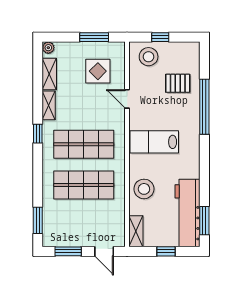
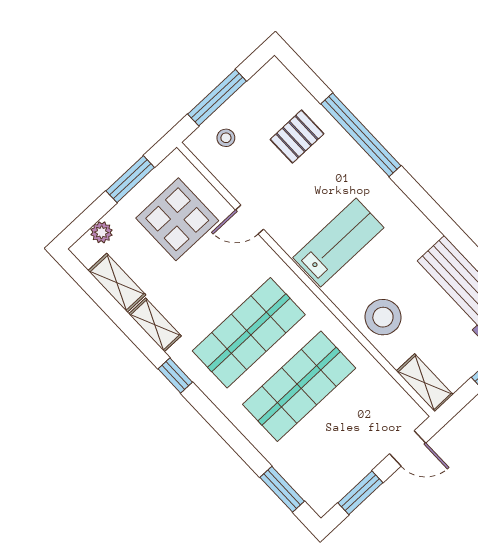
window: (160, 37) -> (217, 98), width x2.17
plant: (48, 48) -> (101, 232), moved
stool: (149, 57) -> (226, 138), width x0.53, depth x0.53
display table: (98, 71) -> (177, 219), width x1.36, depth x1.36
lab bench: (154, 142) -> (338, 243), turned 180

